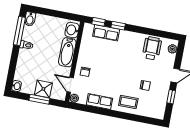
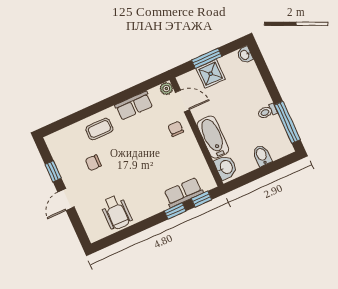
bidet: (30, 19) -> (262, 156), moved
plant: (172, 49) -> (92, 229), removed

